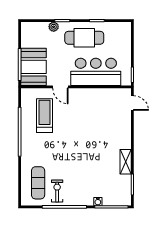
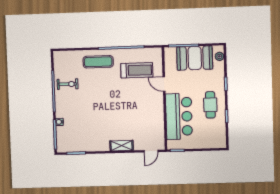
plant: (54, 27) -> (219, 56), moved
cafe table: (84, 38) -> (210, 105), width x0.73, depth x0.74
booth: (34, 67) -> (195, 58), moved
door: (60, 87) -> (164, 84), hinge flipped
shelving: (126, 162) -> (122, 146), moved
exercise mat: (38, 183) -> (98, 62), moved

